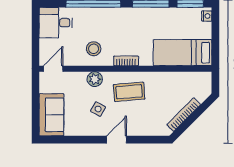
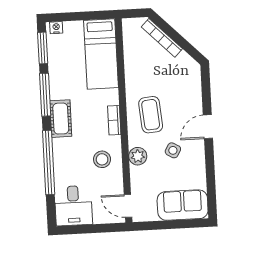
cot: (130, 16) -> (61, 119), added
bookcase: (184, 115) -> (162, 38), moved
door: (117, 140) -> (208, 127), hinge flipped

